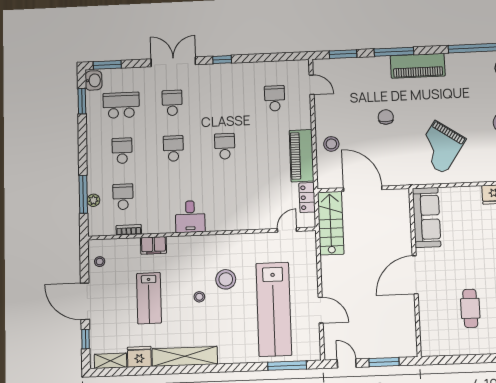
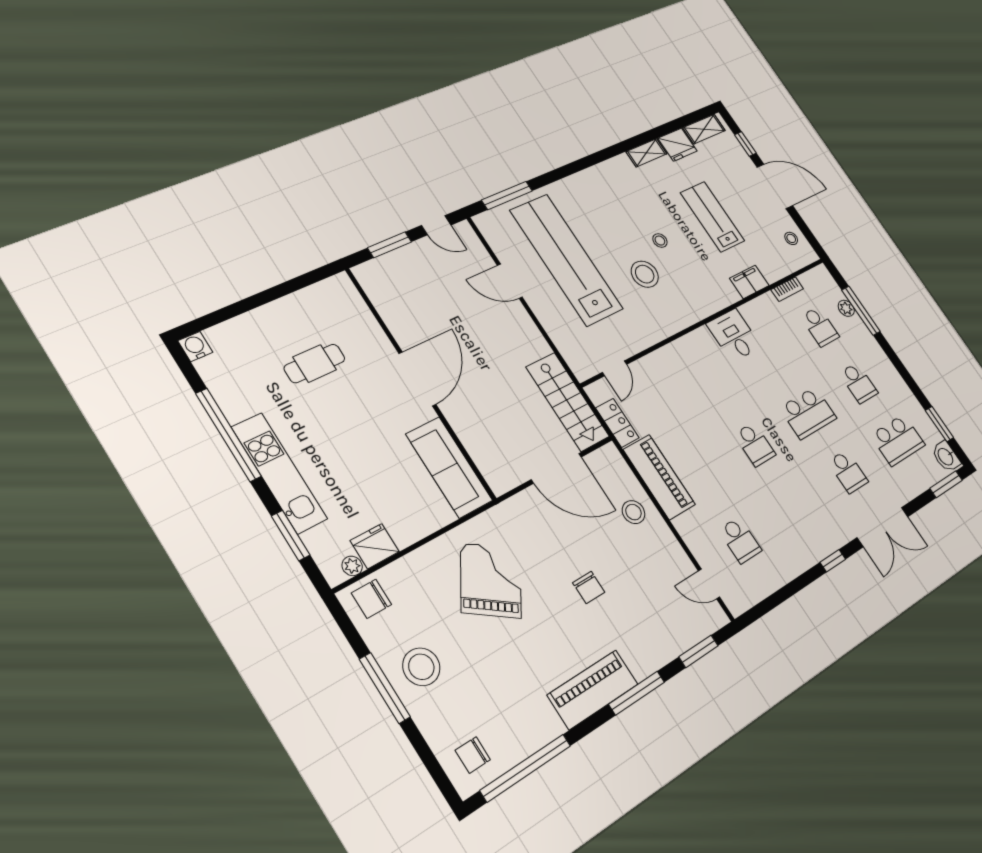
school desk: (173, 149) -> (808, 413), width x1.85
cafe table: (470, 308) -> (315, 363), turned 90
shelving: (185, 356) -> (647, 153), width x0.45, depth x0.75

